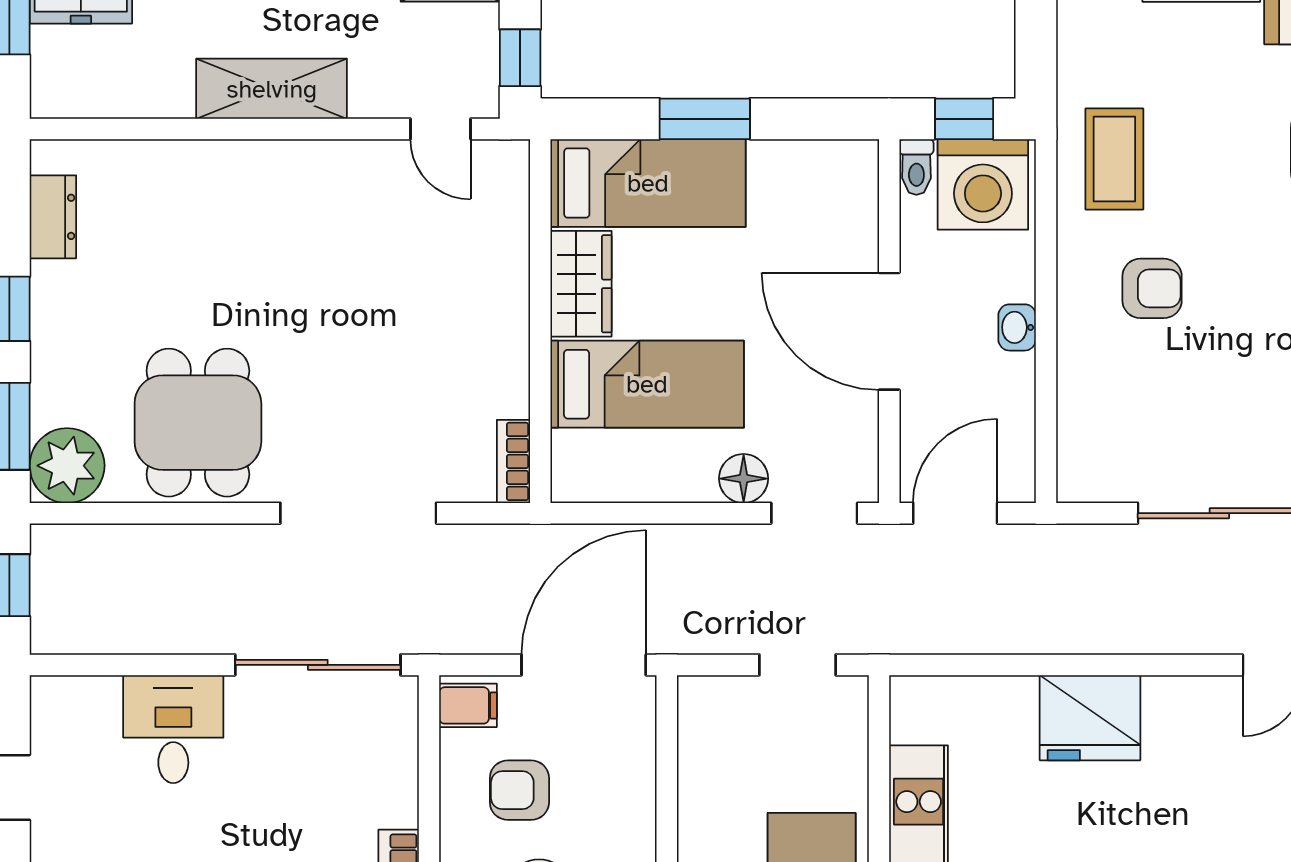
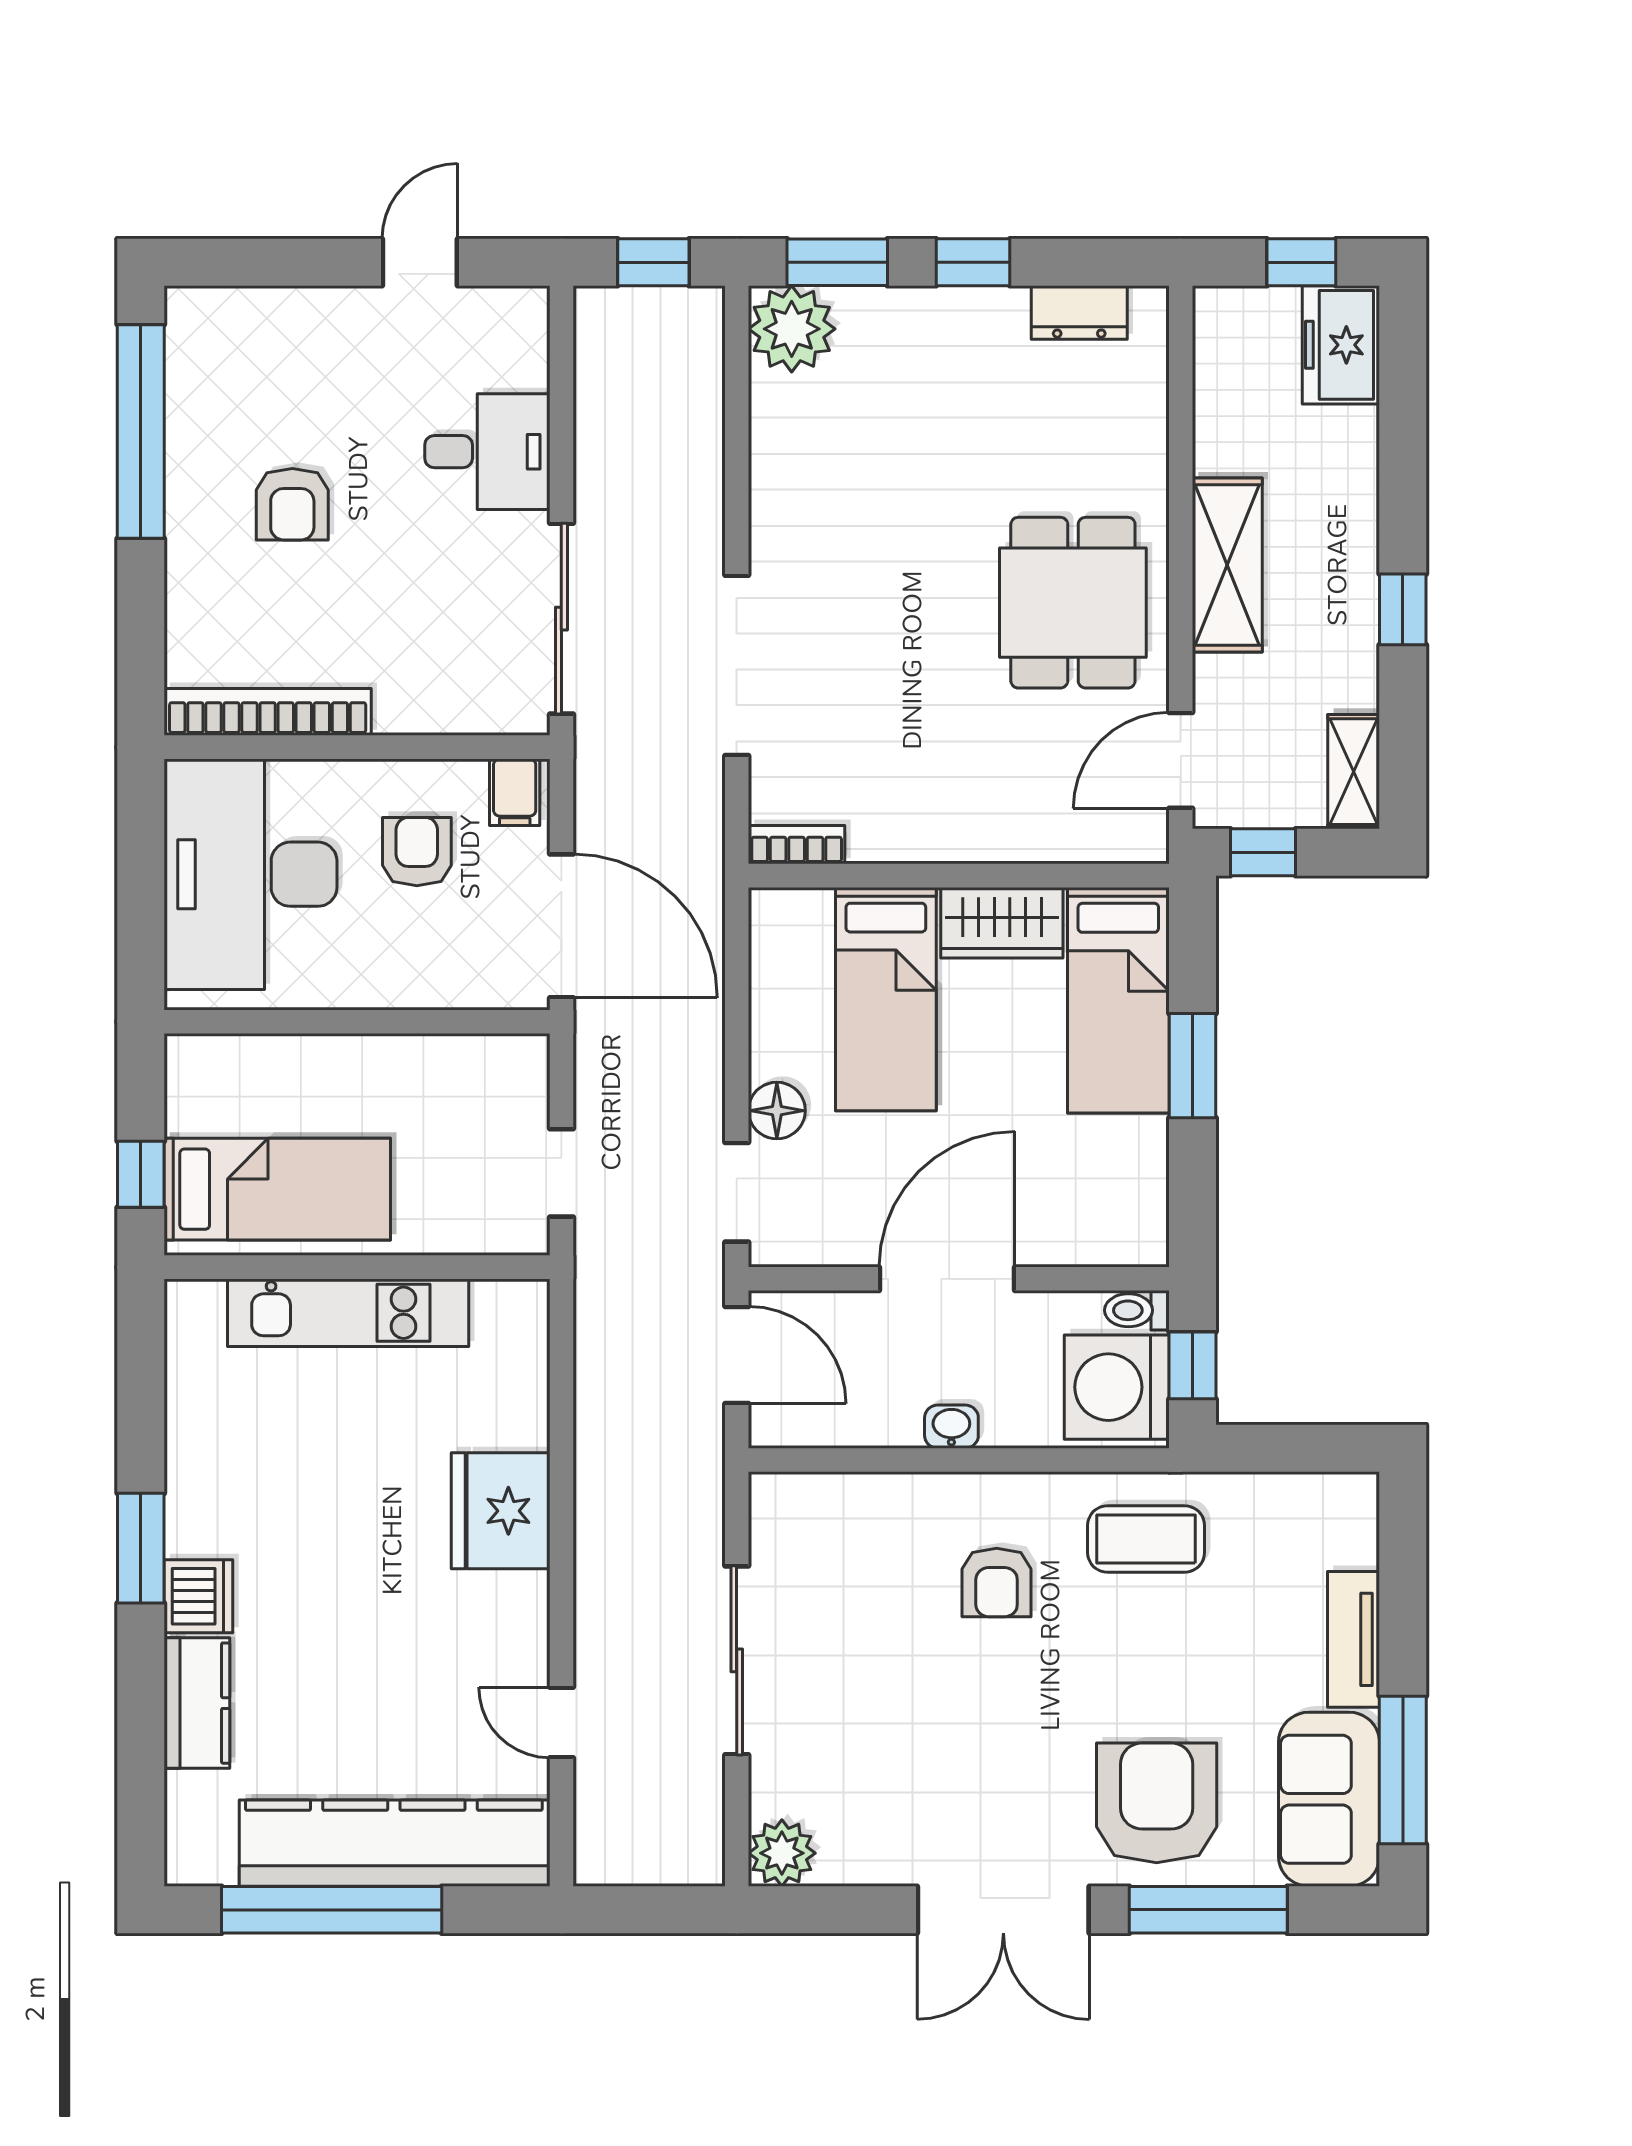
door: (440, 129) -> (1181, 760), width x1.38
dining table: (198, 423) -> (1073, 603), moved, turned 90

